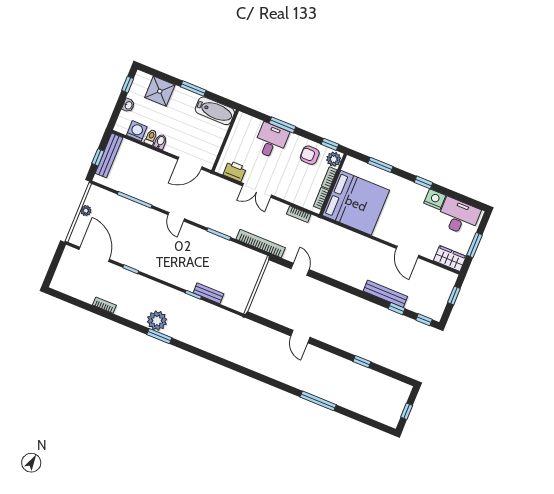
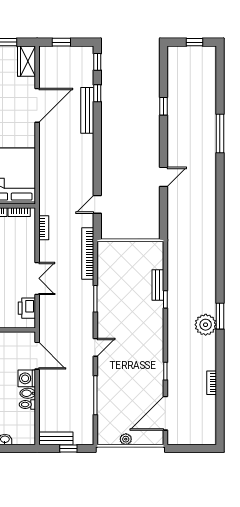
washing machine: (137, 131) -> (27, 378), moved
bench: (109, 155) -> (56, 438), width x0.73
door: (407, 252) -> (37, 105), width x1.36

